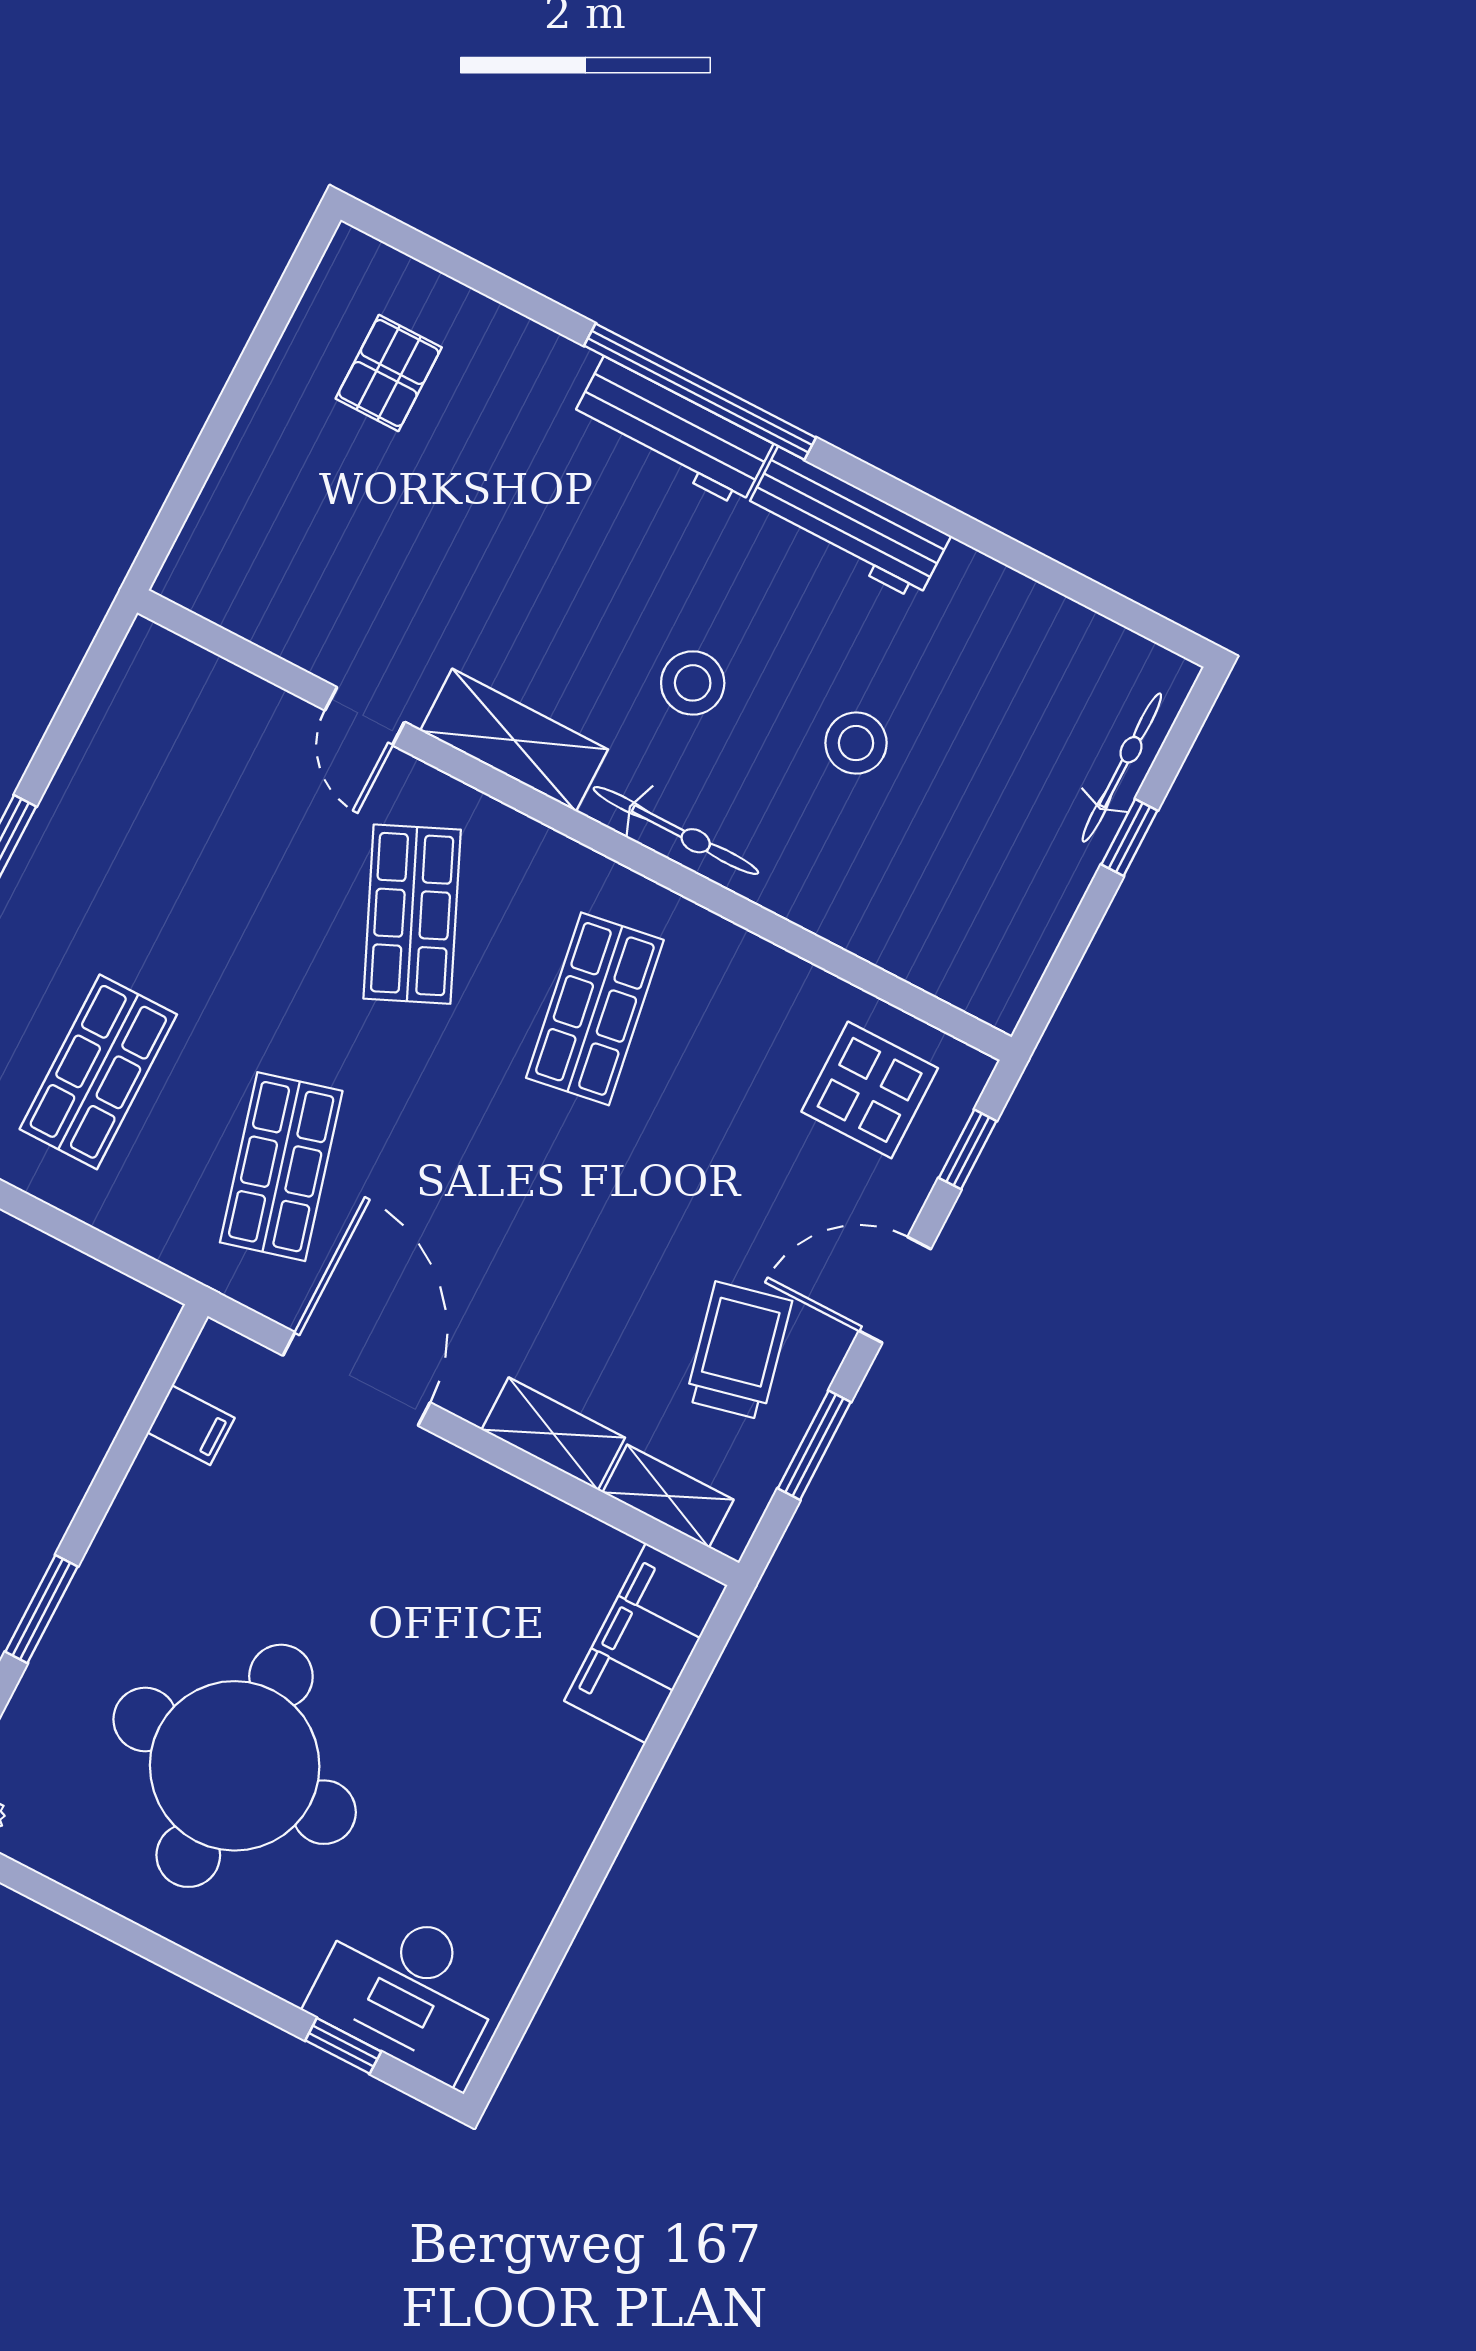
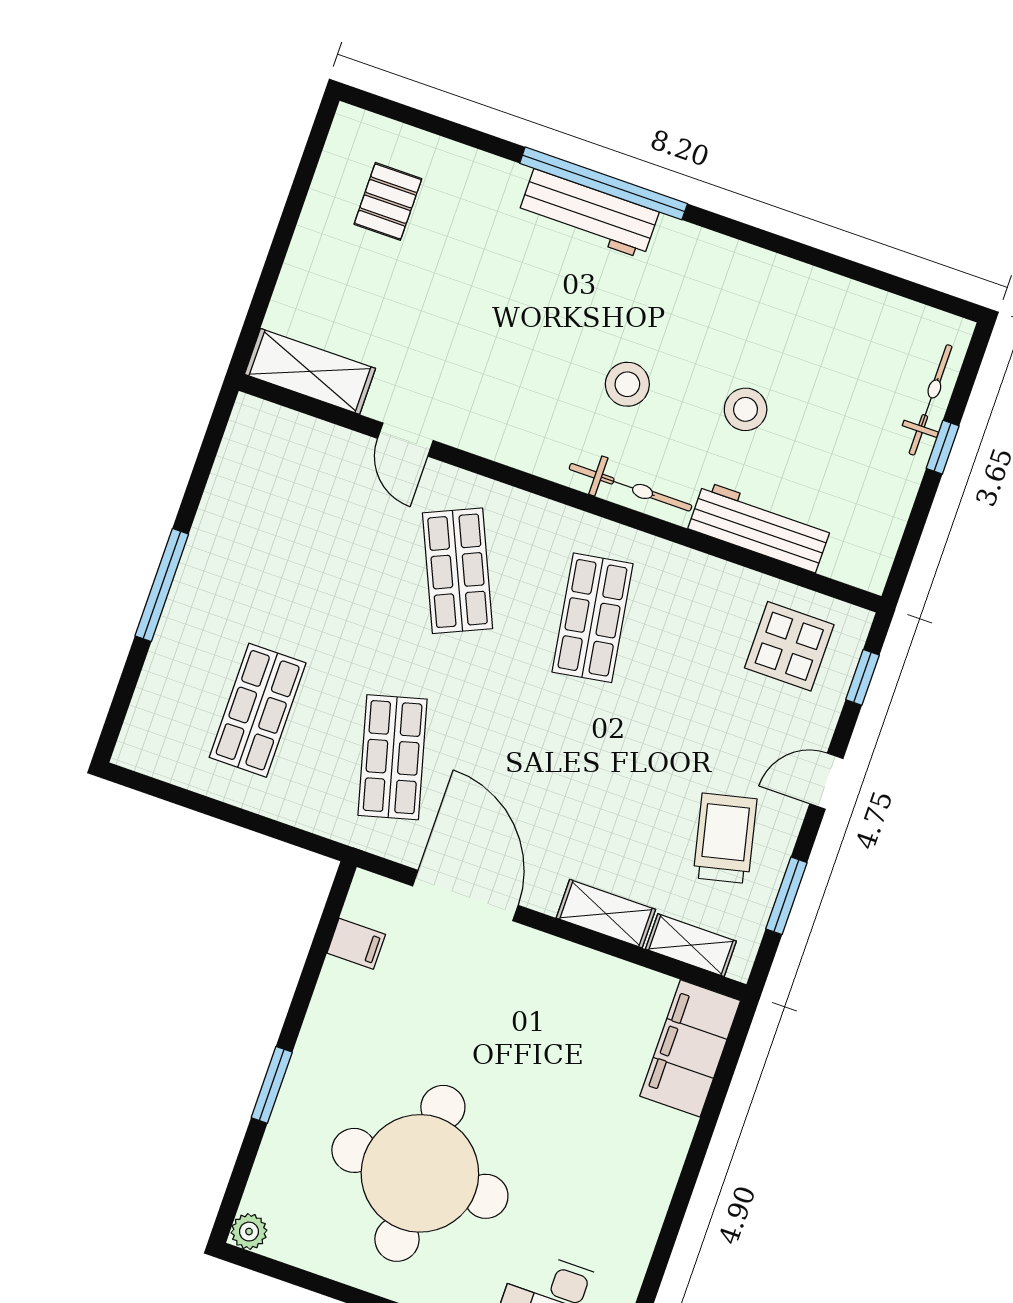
workbench: (848, 524) -> (760, 527), moved, turned 180
shelving: (514, 740) -> (310, 371), moved
door: (895, 1290) -> (826, 781), width x0.73

